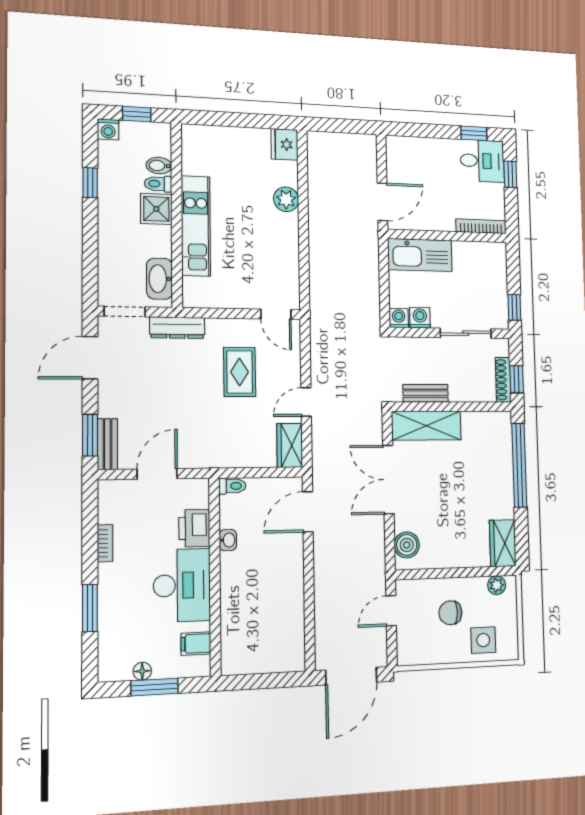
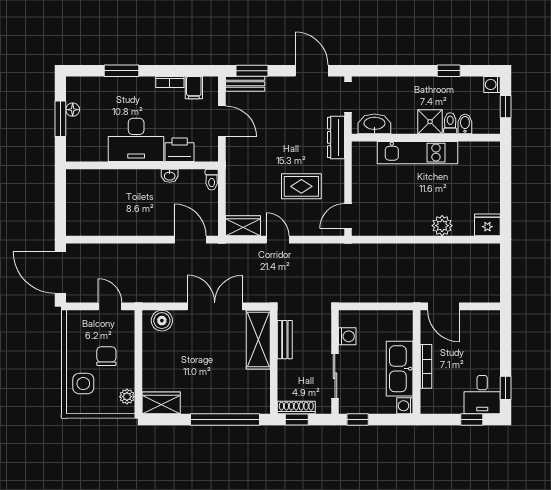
bookcase: (481, 226) -> (426, 366), moved
kitchen sink: (420, 255) -> (400, 369), moved
washing machine: (399, 318) -> (405, 406), moved, turned 180
filing cabinet: (196, 644) -> (194, 88), moved, turned 180

